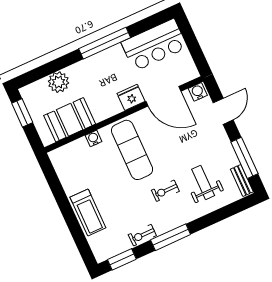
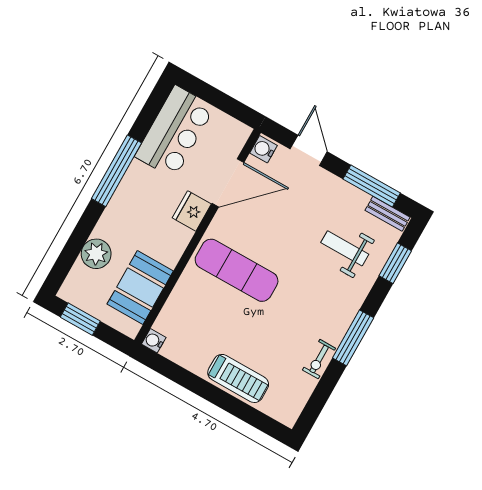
water cooler: (94, 138) -> (154, 341), moved
exercise bike: (165, 191) -> (309, 289), removed
window: (122, 259) -> (395, 263), moved

